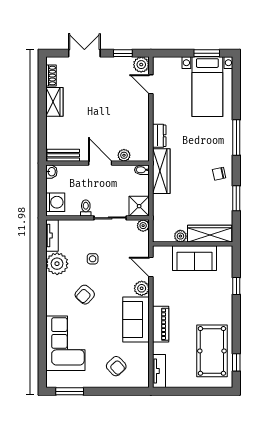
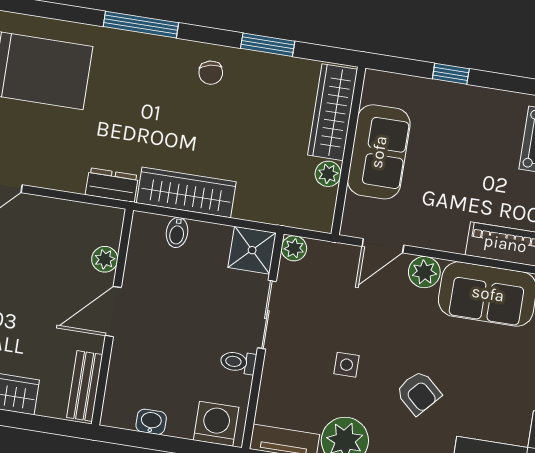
bench: (63, 155) -> (85, 386), moved
plant: (124, 155) -> (105, 259), moved
wall: (98, 163) -> (112, 317), moved
door: (100, 163) -> (113, 312), moved

